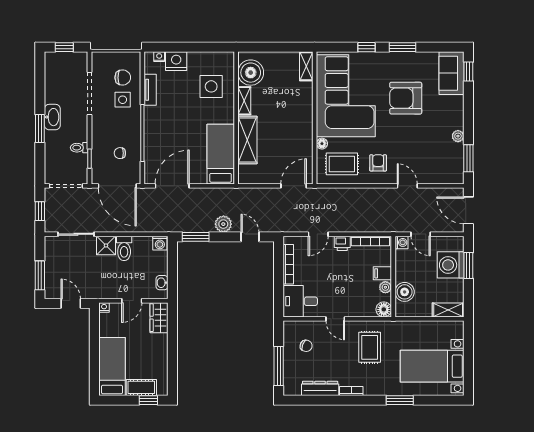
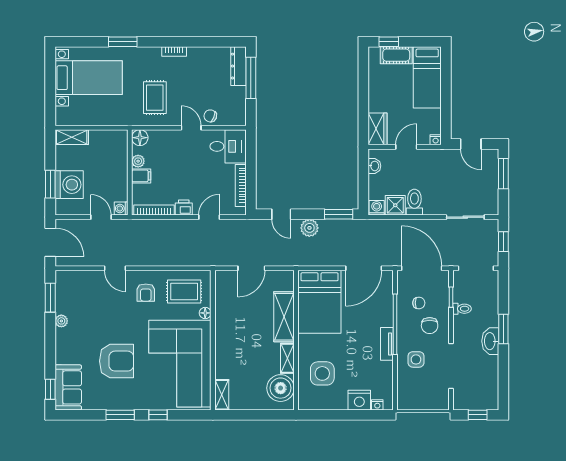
chair: (123, 78) -> (430, 326), moved, turned -90
tv unit: (150, 90) -> (387, 344), moved
bed: (221, 154) -> (320, 302), width x1.50
door: (294, 186) -> (251, 268), moved
shower: (106, 245) -> (395, 205), moved
boiler: (405, 292) -> (118, 156), removed
chair: (306, 346) -> (210, 116), moved
dresser: (320, 388) -> (238, 66), moved, turned 90

